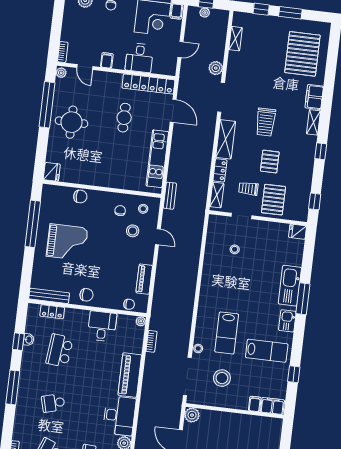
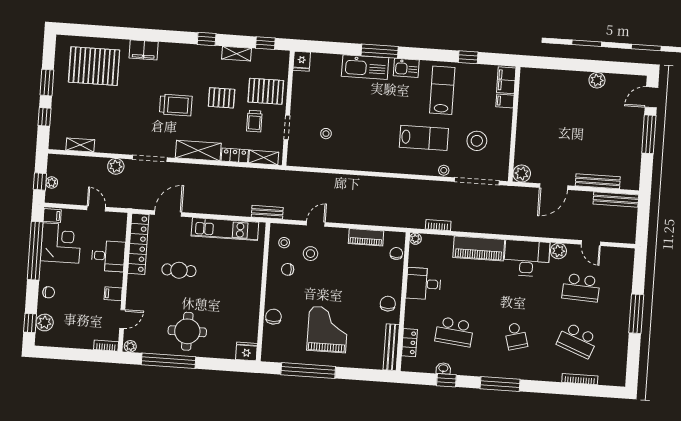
shelving: (313, 122) -> (236, 54), moved

